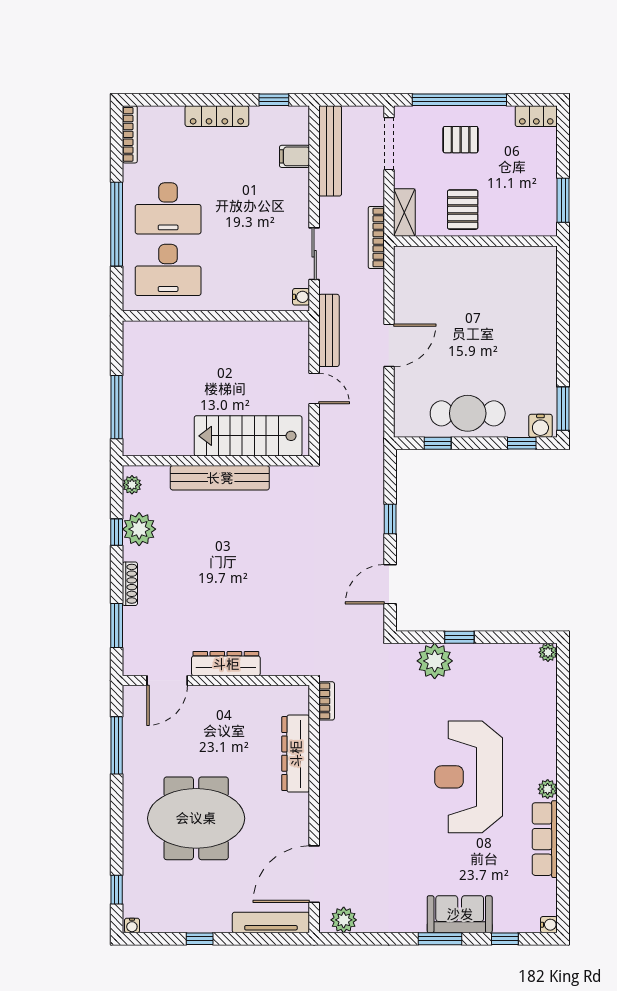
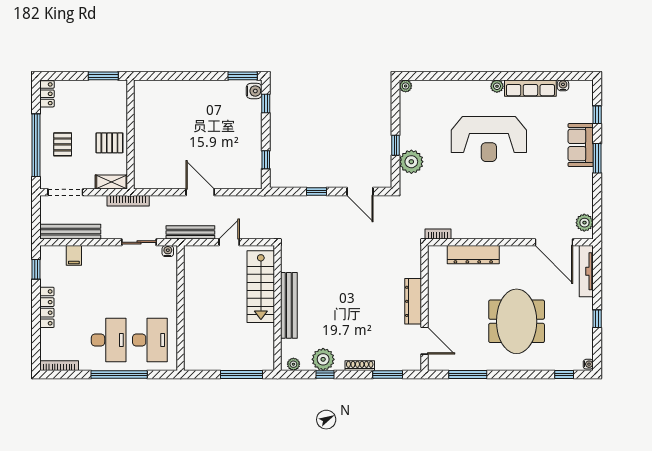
cafe table: (468, 413) -> (246, 140), removed
water cooler: (549, 925) -> (563, 85), moved

